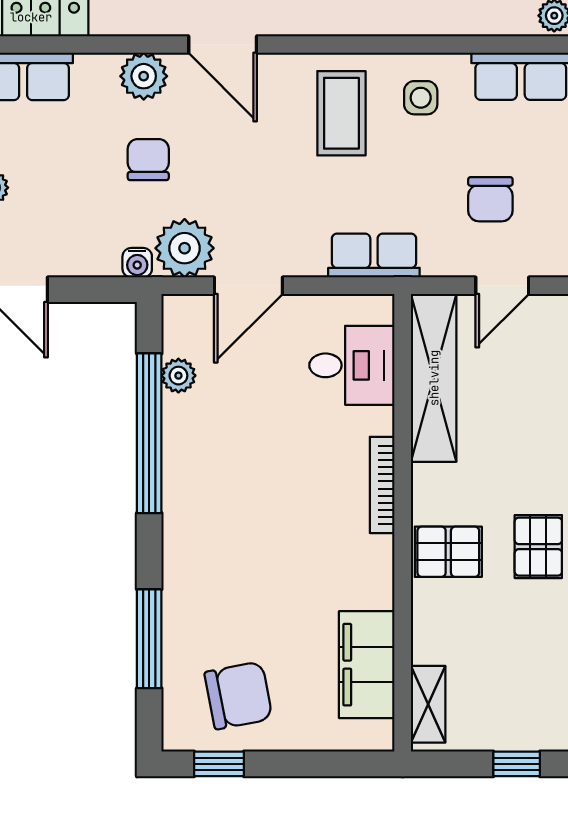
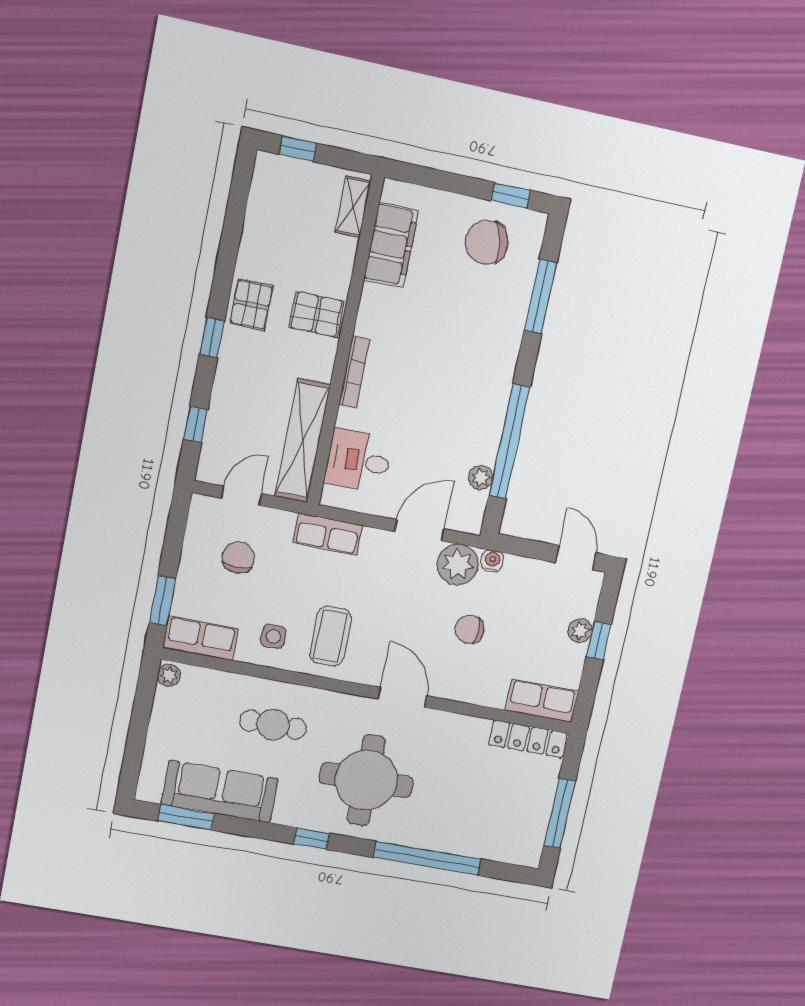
plant: (144, 76) -> (461, 686), removed
chair: (148, 160) -> (470, 629), turned 90

